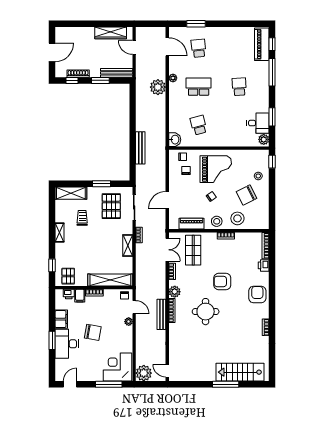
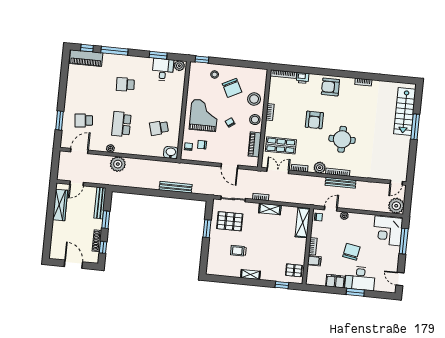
shelving: (71, 193) -> (213, 260), removed
shelving: (110, 280) -> (303, 222), width x0.68
printer: (69, 294) -> (312, 271), removed

